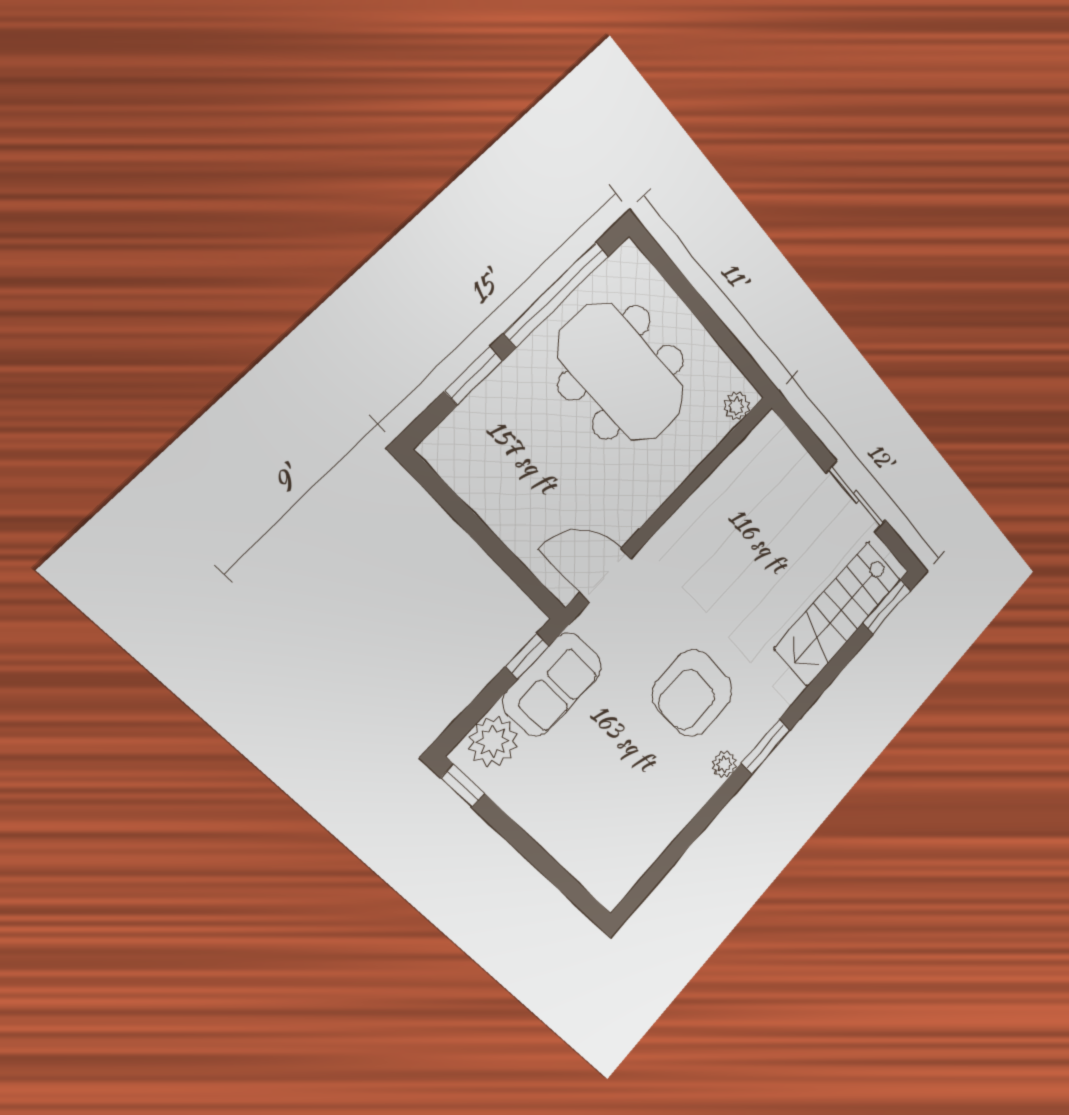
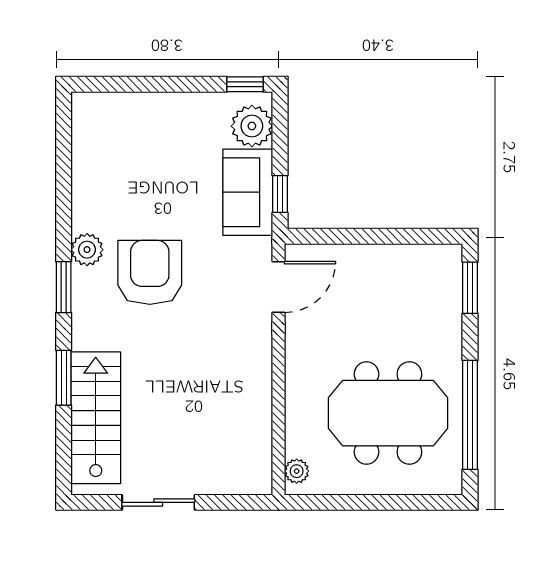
window: (474, 376) -> (470, 288), moved
window: (887, 607) -> (64, 378), moved
plant: (724, 764) -> (87, 250), width x1.38, depth x1.38

